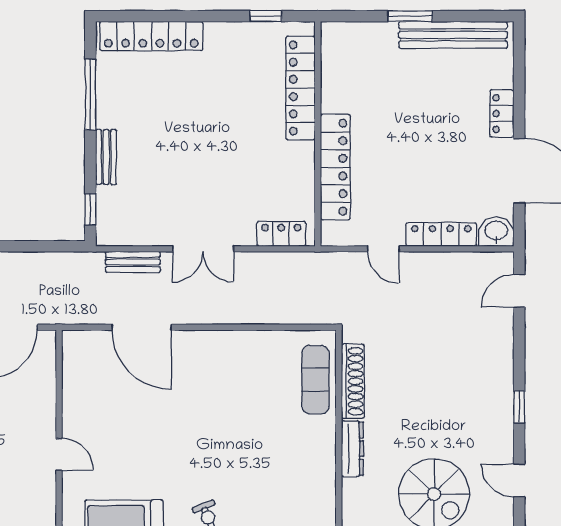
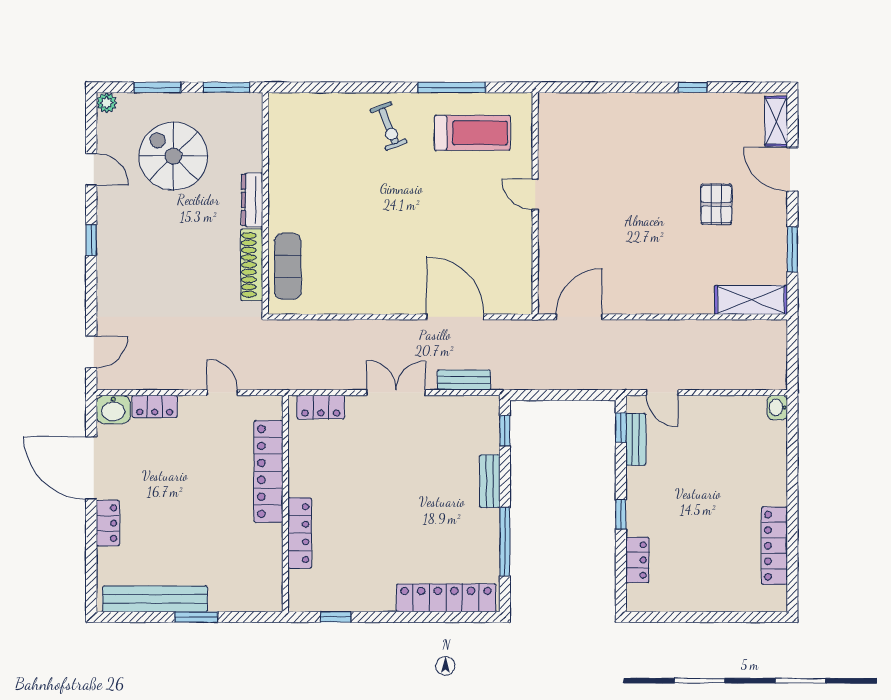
locker: (301, 88) -> (300, 533), width x0.71, depth x0.83
locker: (441, 235) -> (155, 406), width x0.66

